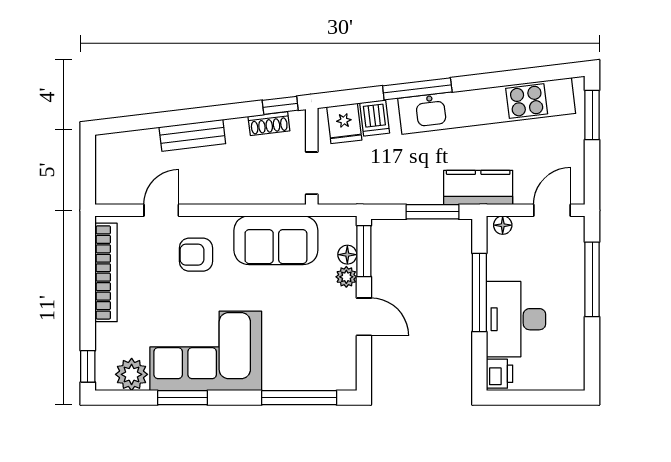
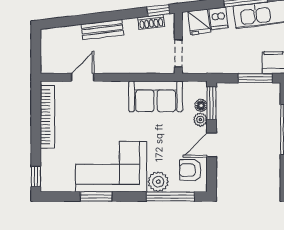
armchair: (196, 255) -> (190, 170), moved
door: (364, 317) -> (212, 145), swing flipped
plant: (132, 374) -> (158, 182), moved

